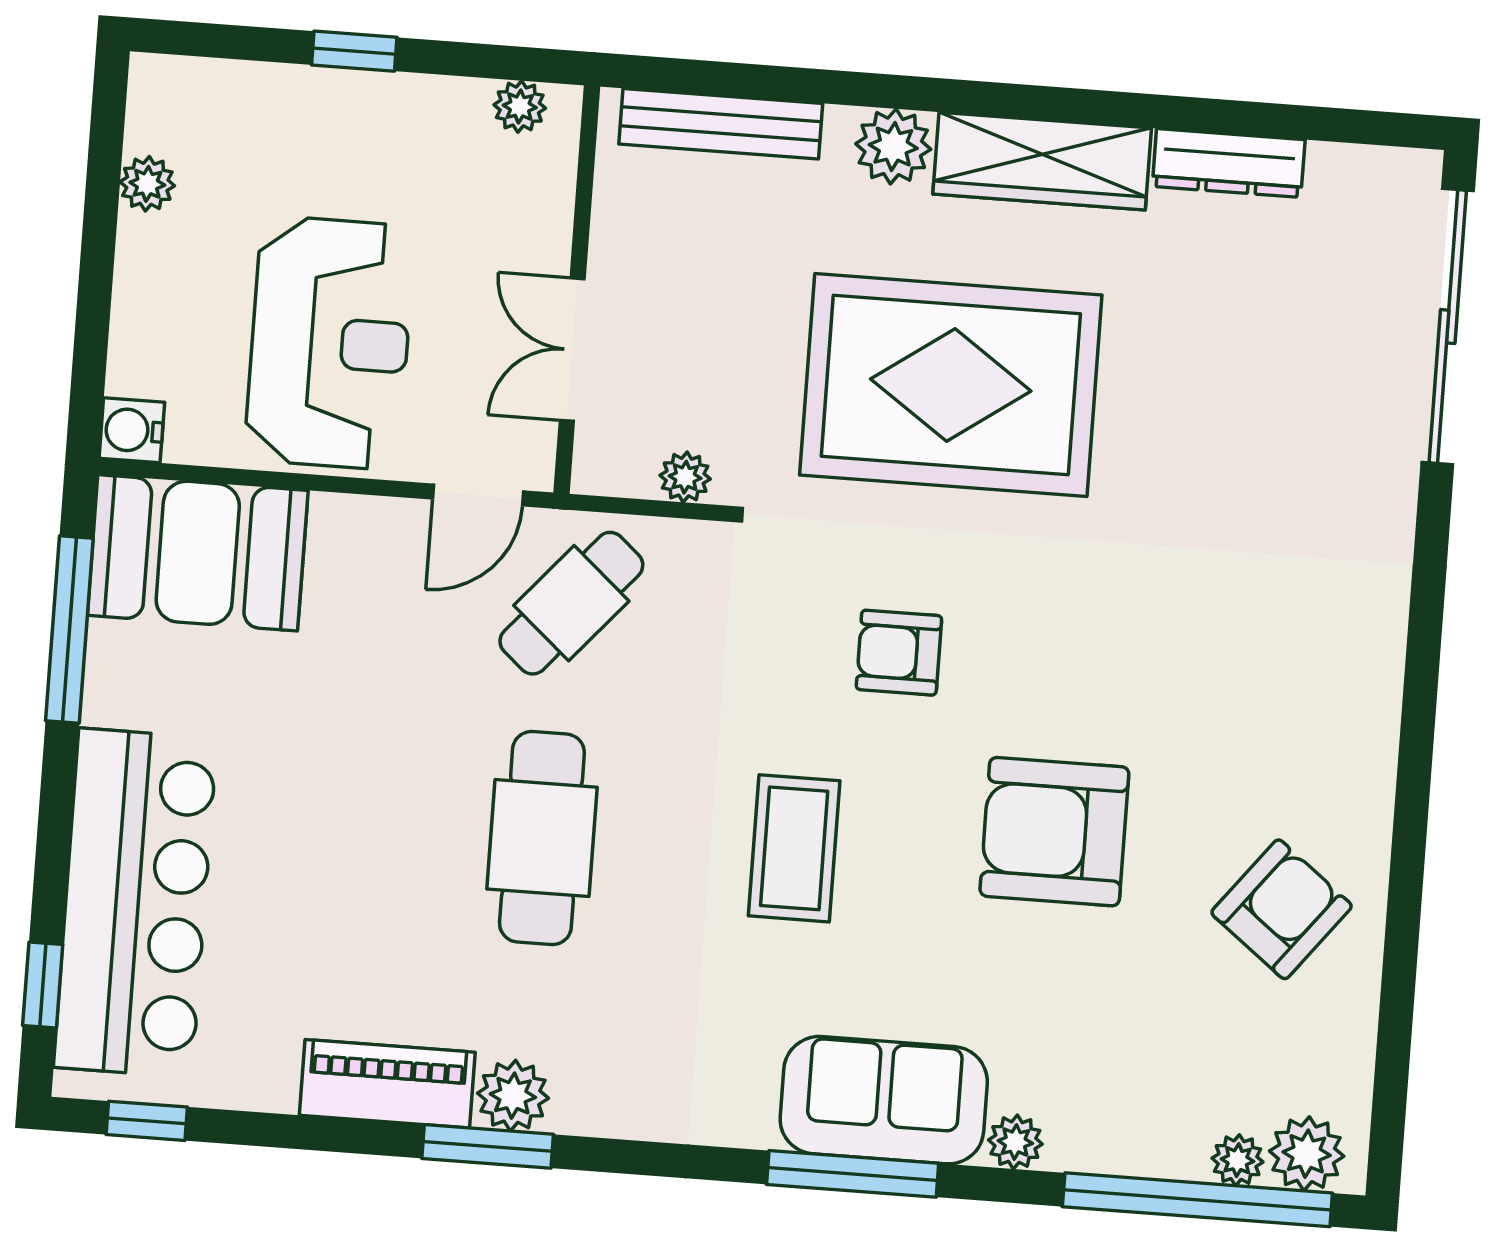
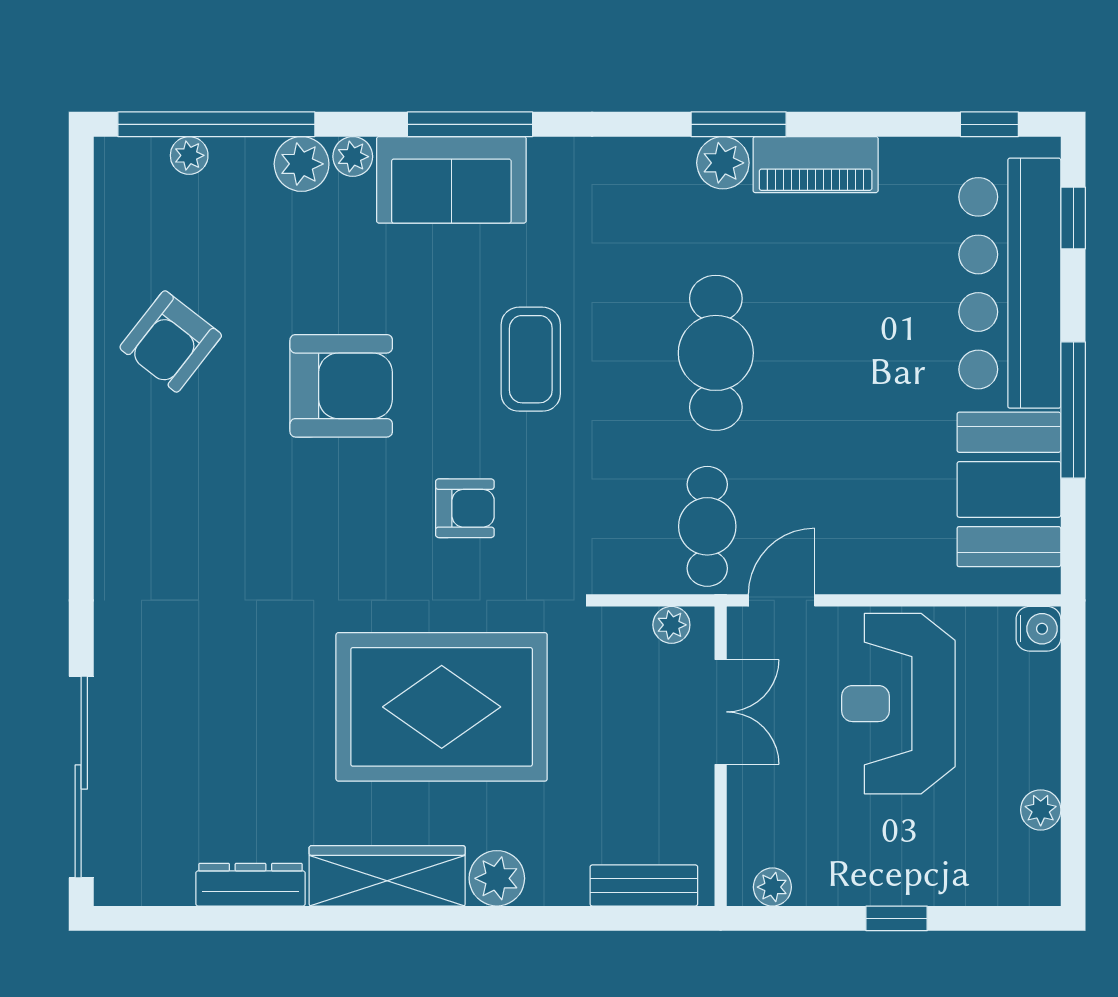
bench: (721, 124) -> (644, 885), width x0.73
plant: (685, 477) -> (671, 625), moved
booth: (198, 553) -> (1009, 489), moved, turned 90
cafe table: (571, 603) -> (707, 526), turned -41
window: (69, 629) -> (1073, 410), moved
plant: (1307, 1154) -> (302, 164), moved

